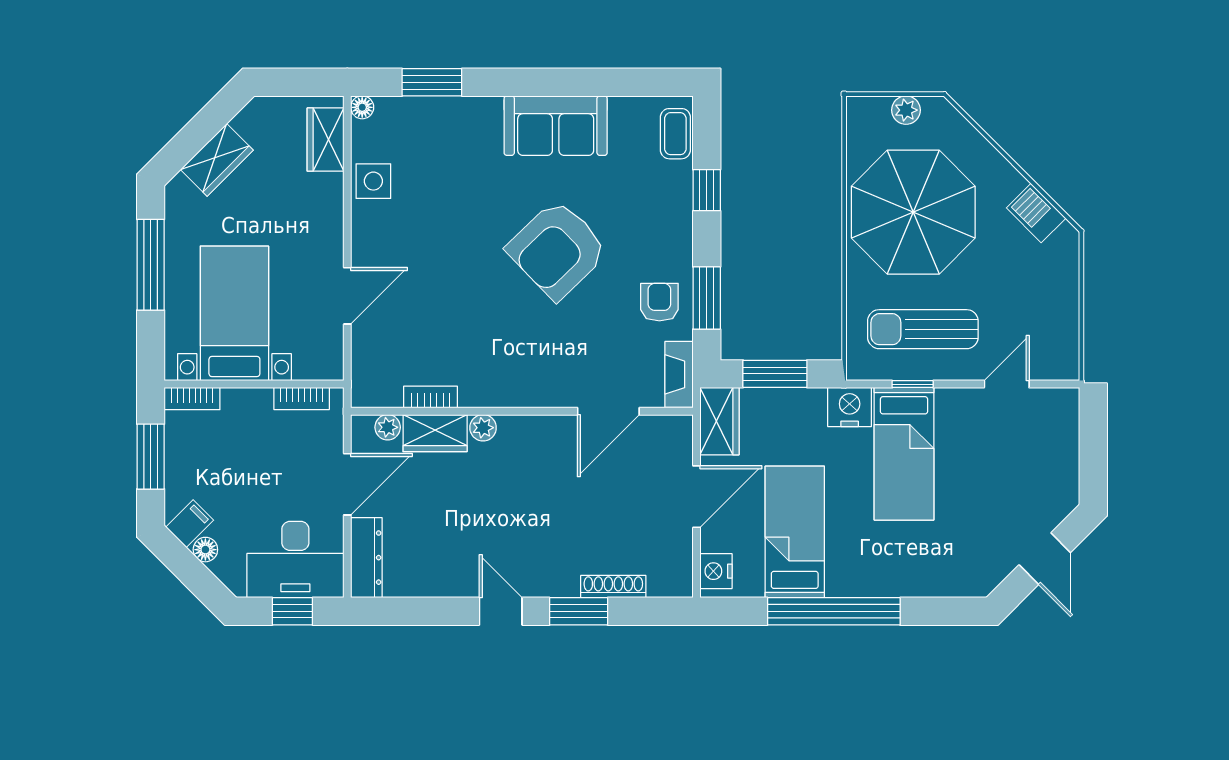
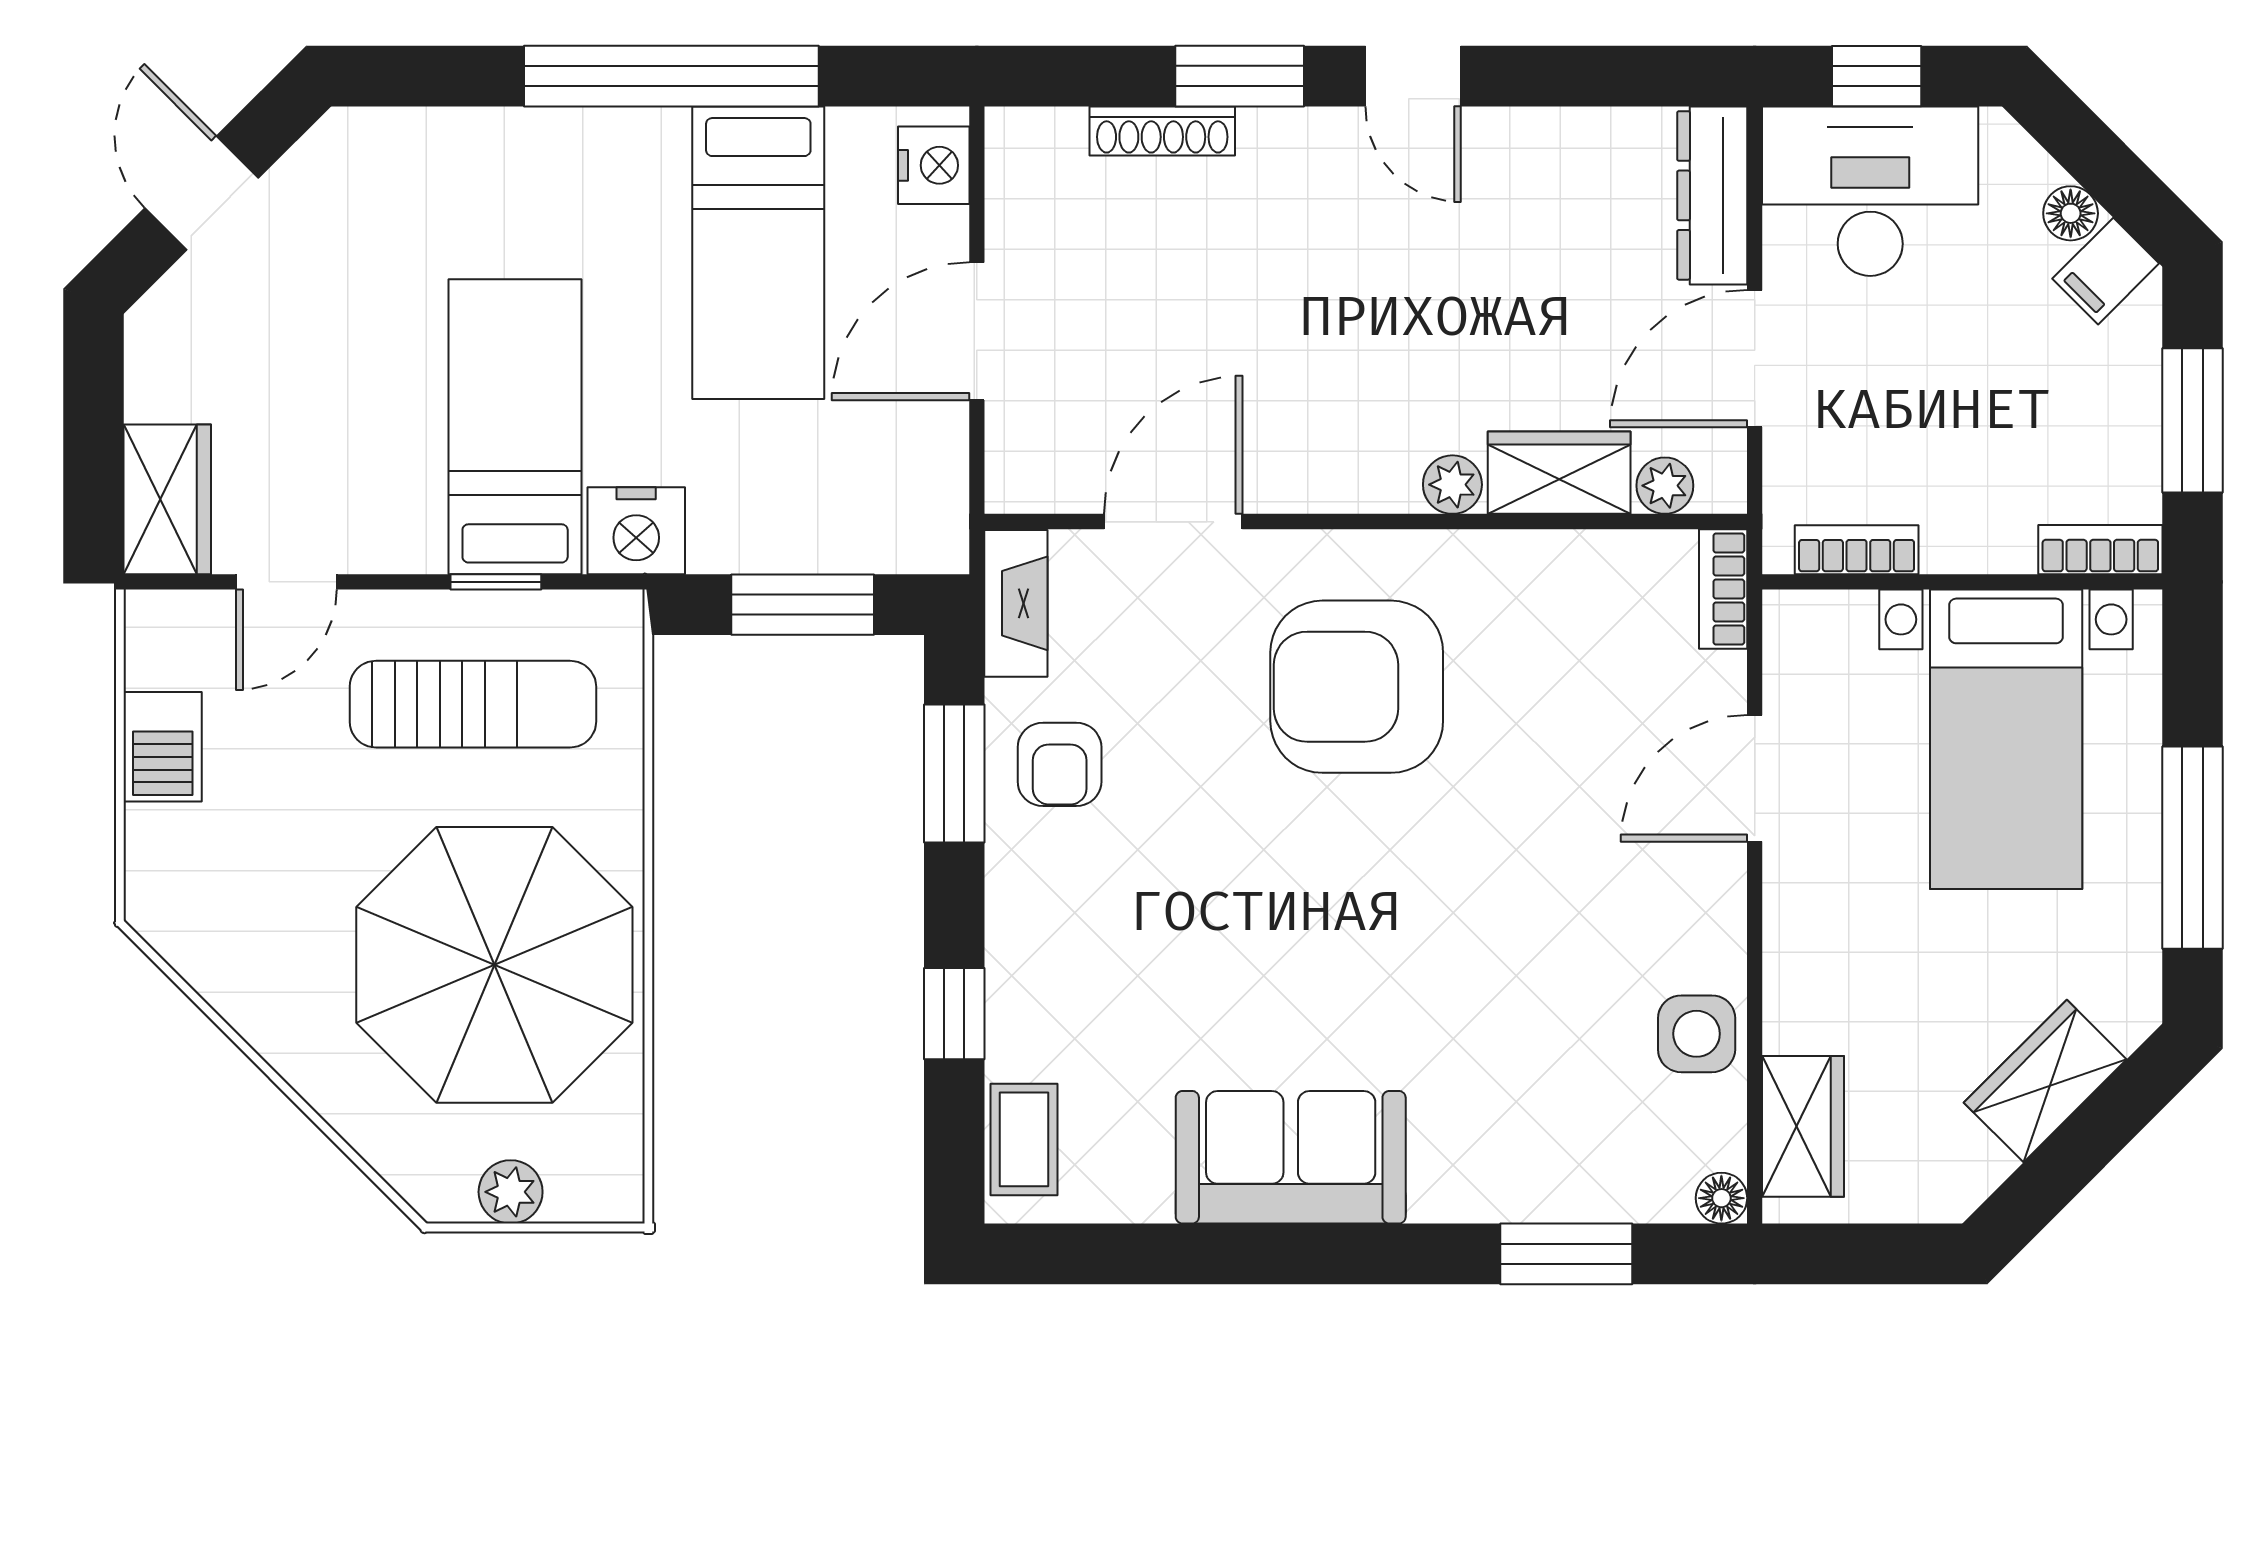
barbecue: (1036, 213) -> (163, 747), moved, turned 45
armchair: (557, 250) -> (1357, 687), moved, turned -136
bookcase: (431, 397) -> (1723, 589), moved, turned 90
wardrobe: (720, 421) -> (167, 499), moved, turned 180

